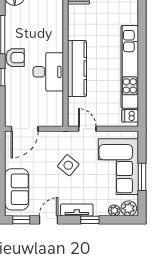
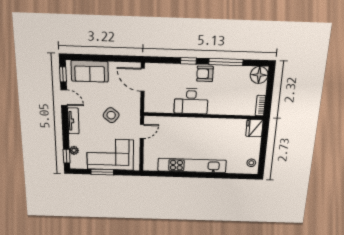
armchair: (15, 58) -> (205, 74), turned 90
kitchen counter: (77, 69) -> (193, 125), removed
dishwasher: (130, 116) -> (152, 165), removed
plant: (129, 208) -> (76, 161), removed
window: (90, 220) -> (67, 156), moved

